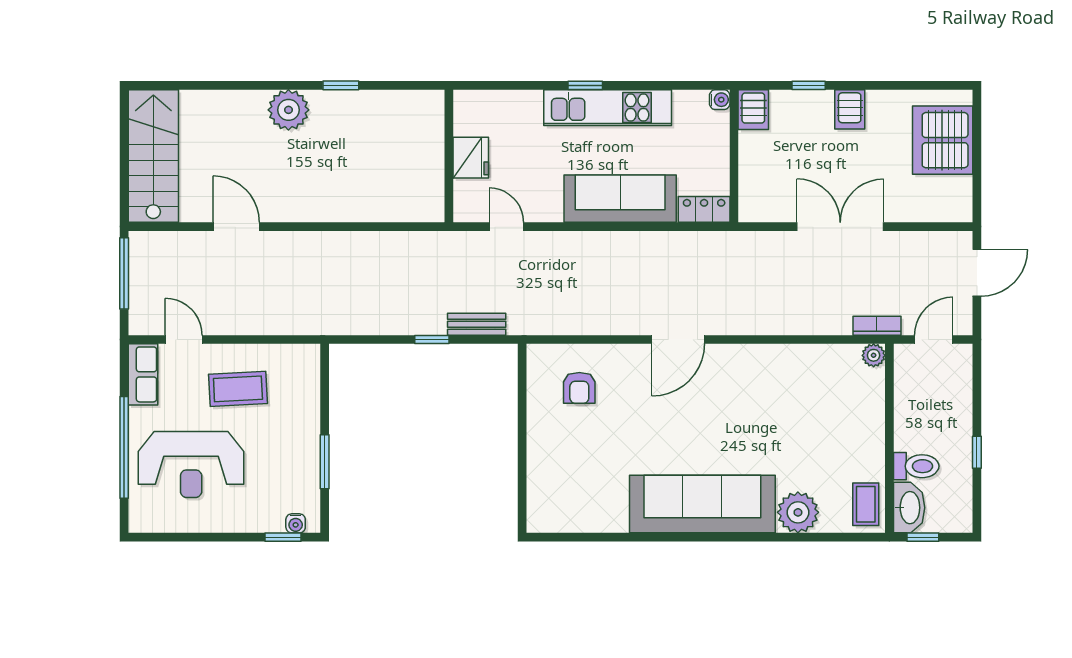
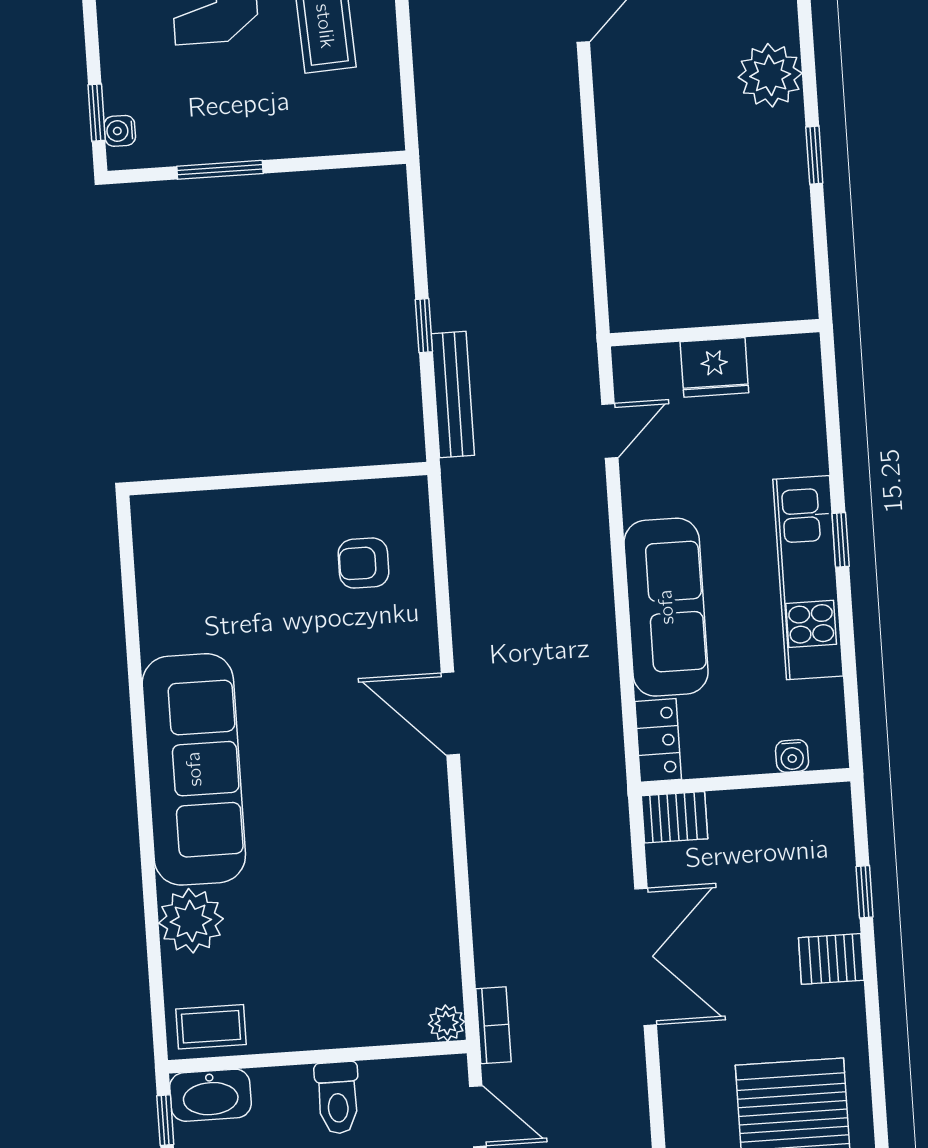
water cooler: (720, 100) -> (792, 756), moved
server rack: (753, 110) -> (674, 817), moved, turned 180
bench: (477, 324) -> (453, 395), width x1.36
toilet: (916, 466) -> (338, 1098), moved

